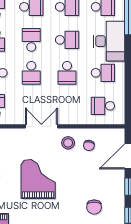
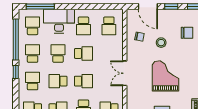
school desk: (103, 73) -> (83, 26), turned 180
stool: (68, 143) -> (161, 43), moved
grand piano: (38, 179) -> (165, 76), turned 90

